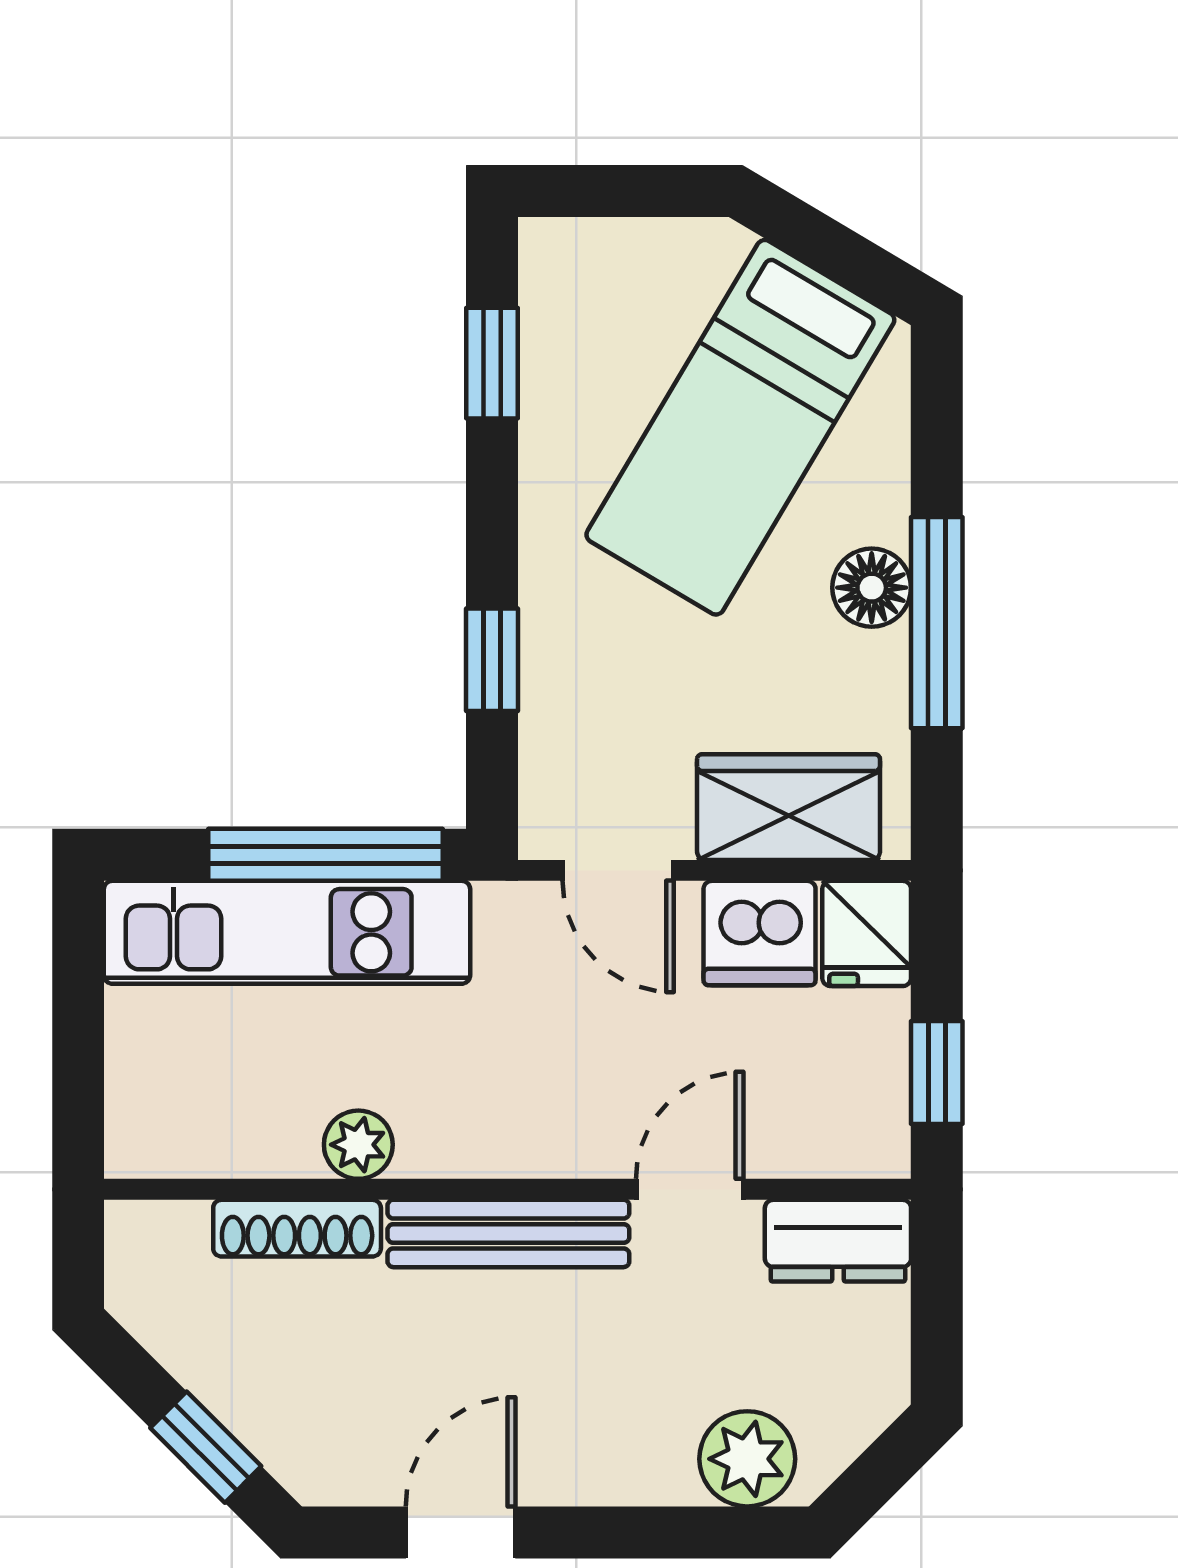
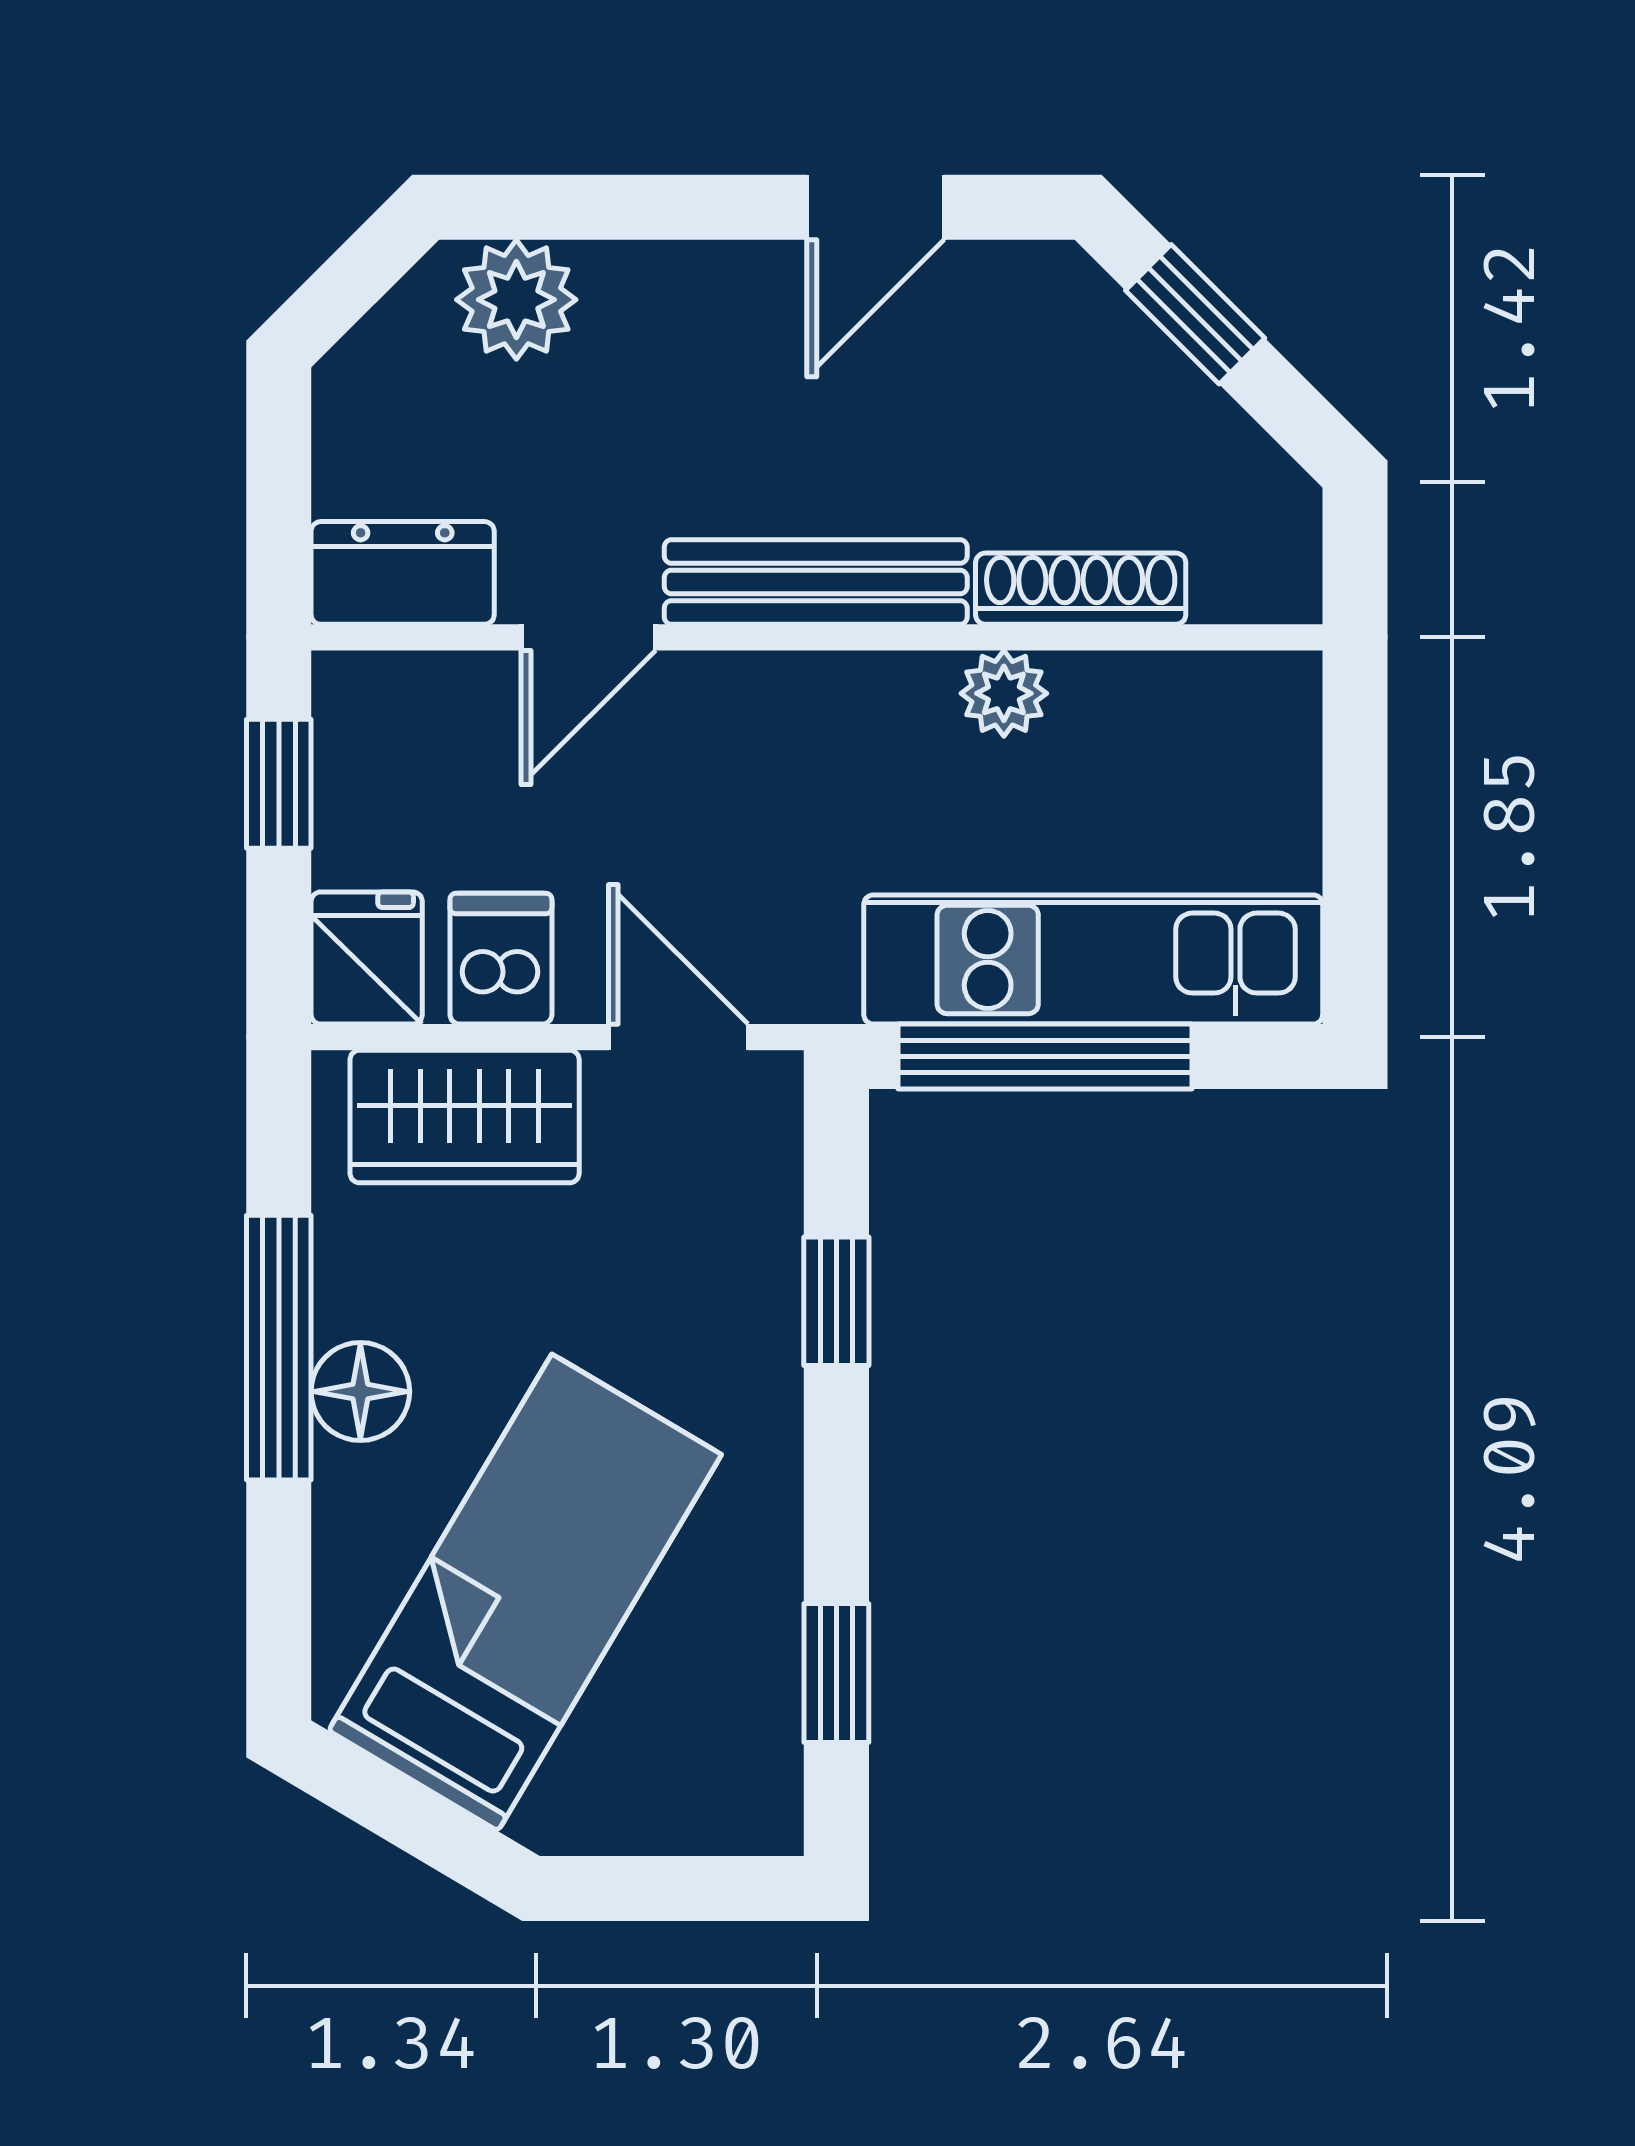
dishwasher: (760, 933) -> (501, 959), width x0.73

